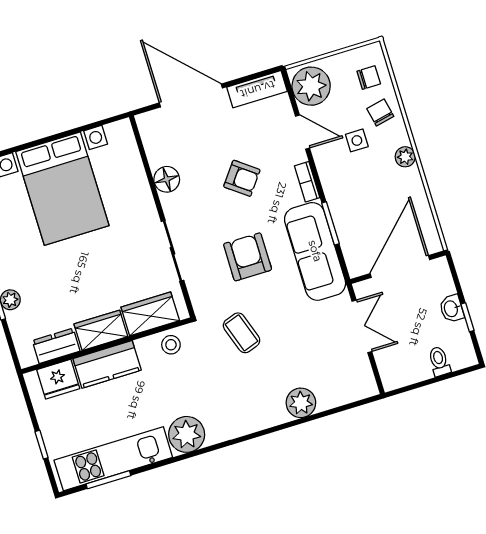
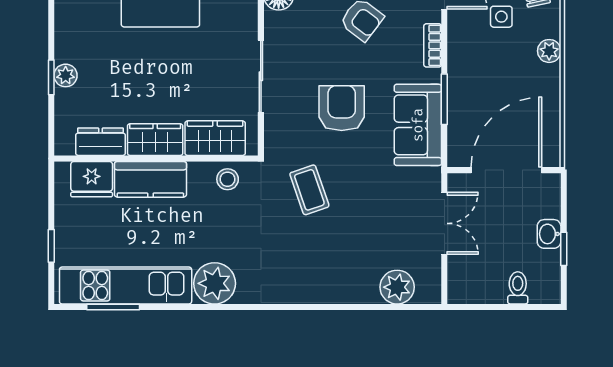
sofa: (315, 251) -> (418, 125), width x0.73
plant: (301, 403) -> (397, 287), moved

